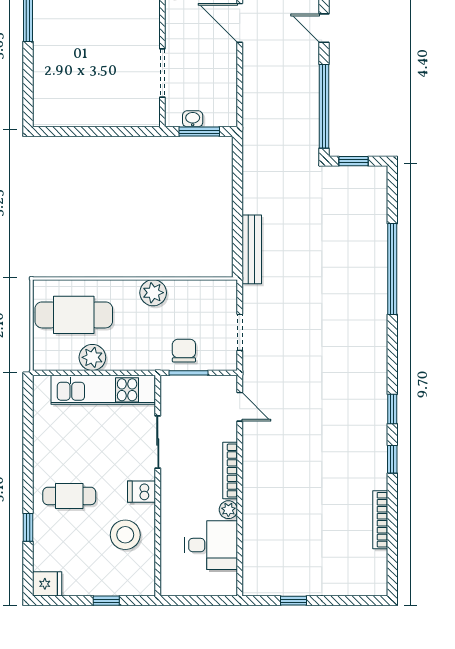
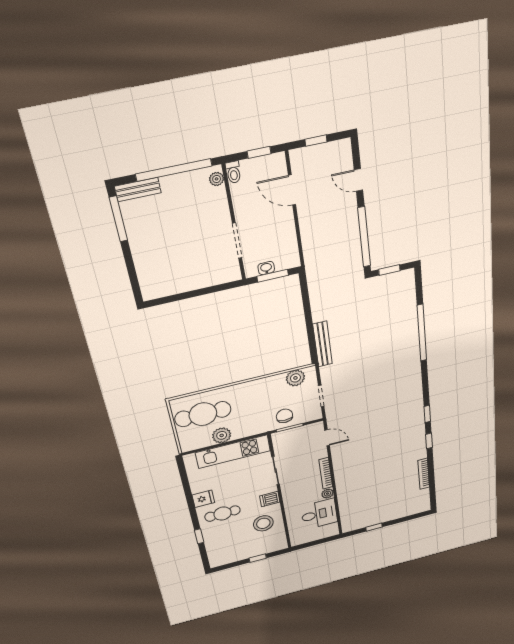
plant: (153, 293) -> (295, 378), moved
fridge: (47, 584) -> (203, 499), moved

